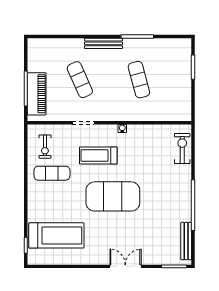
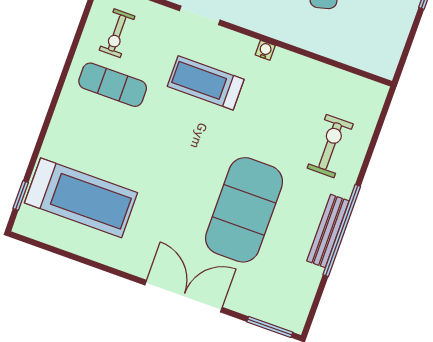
exercise bike: (182, 149) -> (330, 146), moved
exercise mat: (113, 196) -> (244, 210), moved, turned 90
bench: (186, 241) -> (328, 231), moved
double door: (125, 266) -> (184, 296), width x1.37

